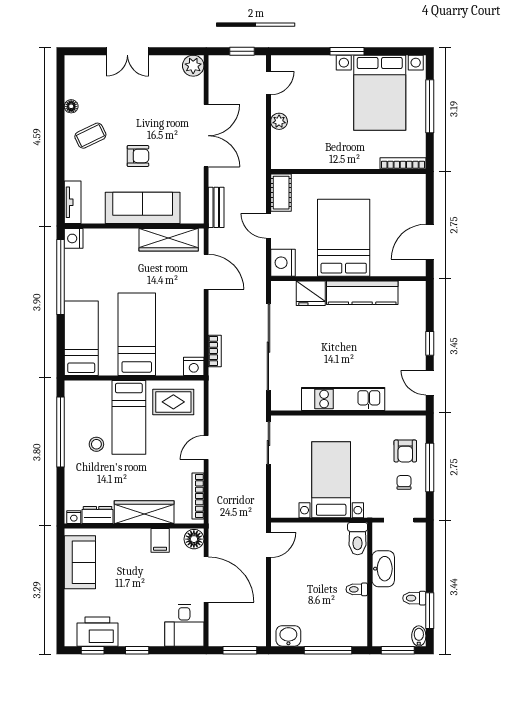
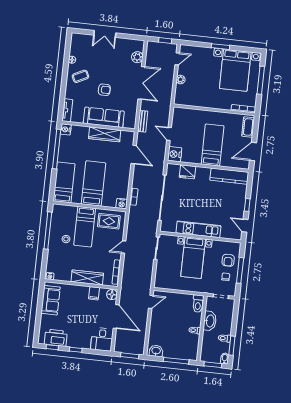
plant: (193, 66) -> (137, 57), moved
cot: (281, 193) -> (248, 127), moved
bed: (344, 238) -> (213, 145), width x0.67
wardrobe: (169, 240) -> (105, 134), moved
kitchen counter: (362, 293) -> (229, 176), moved
bed with nightstands: (331, 480) -> (193, 258), moved, turned 180
dresser: (98, 515) -> (63, 276), removed

